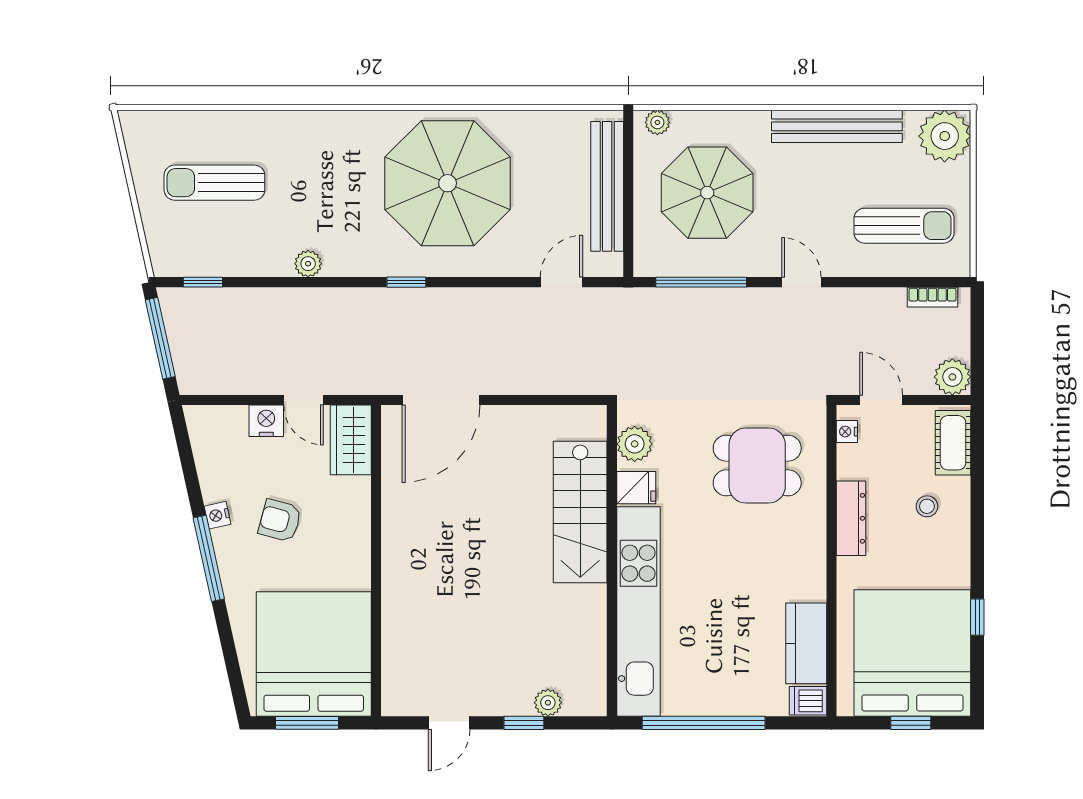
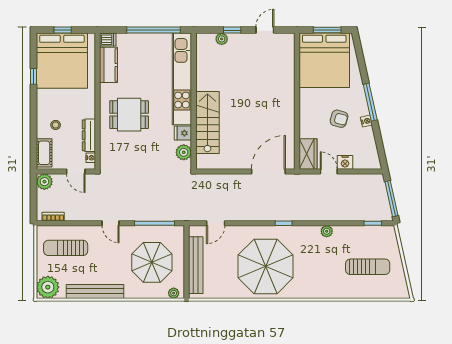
dining table: (757, 466) -> (129, 115), moved
dresser: (851, 518) -> (89, 135), moved

